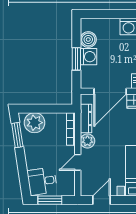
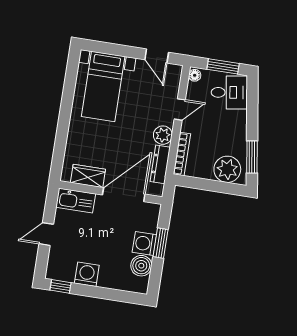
floor lamp: (70, 190) -> (195, 75), added
door: (102, 200) -> (157, 56), hinge flipped

